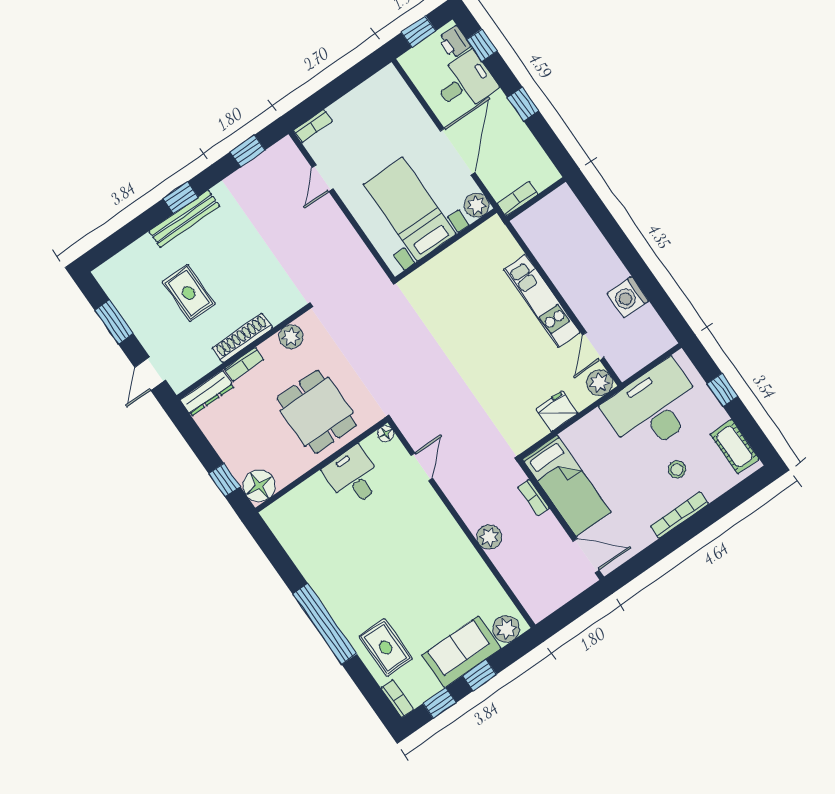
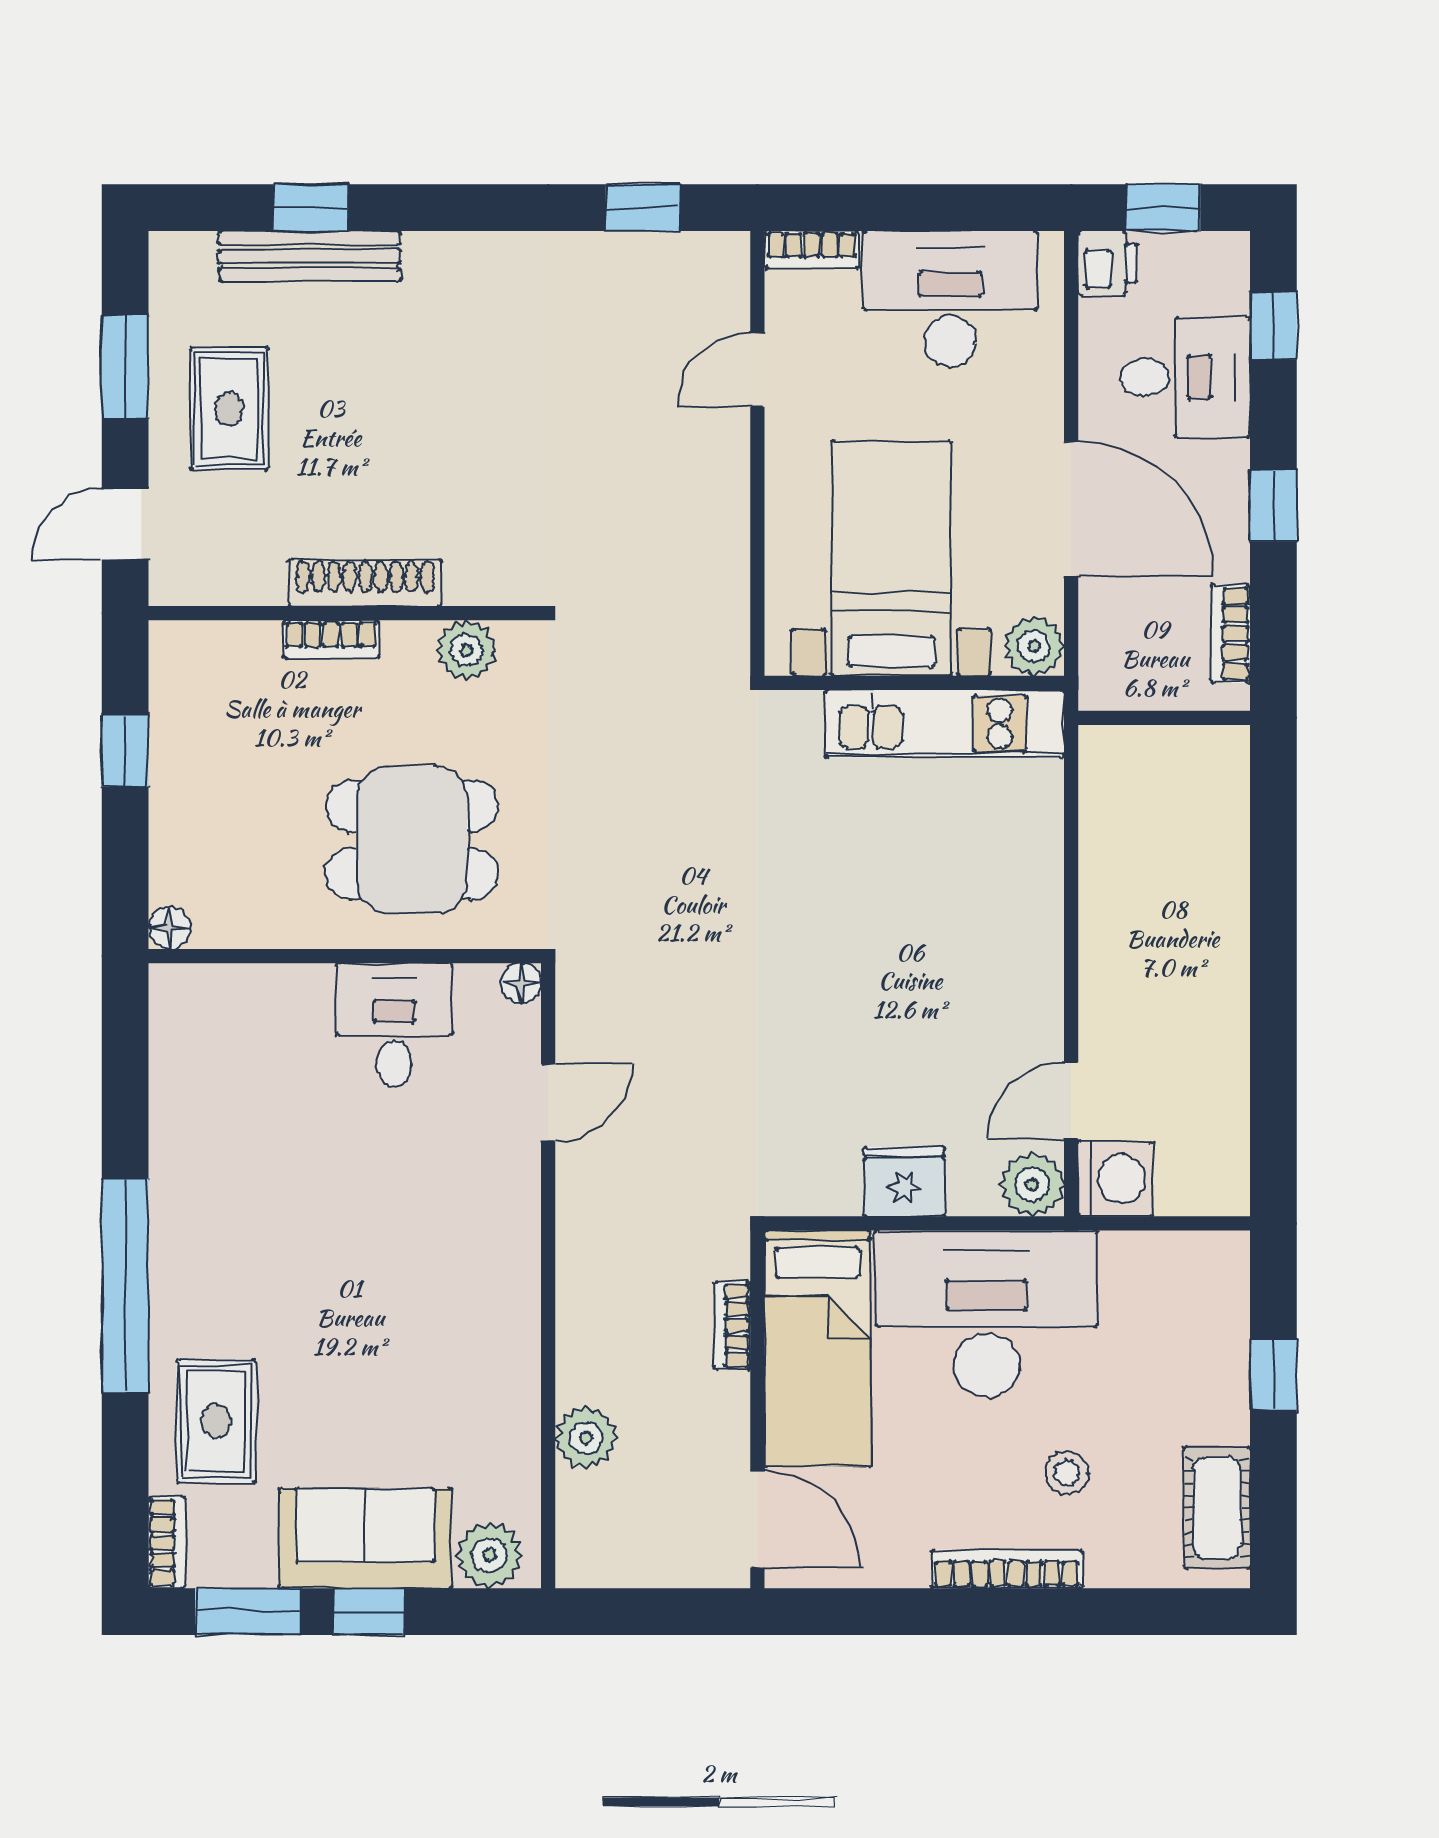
printer: (454, 42) -> (1107, 263), moved, turned 180
desk: (370, 110) -> (950, 299), added
door: (458, 152) -> (1071, 509), hinge flipped
window: (181, 198) -> (310, 208), moved
bookcase: (518, 199) -> (1231, 634), moved, turned -90
bench: (184, 219) -> (310, 256), moved
rug: (189, 293) -> (229, 409), moved
washing machine: (628, 297) -> (1116, 1179), moved, turned 180
kitchen unit: (542, 301) -> (945, 724), moved, turned -90
dresser: (207, 393) -> (214, 646), removed
desk: (654, 408) -> (986, 1314), moved
dining table: (317, 412) -> (412, 840), turned 90
window: (224, 480) -> (125, 751), moved
floor lamp: (259, 486) -> (170, 928), width x0.53, depth x0.53
plant: (489, 537) -> (586, 1438), moved
window: (440, 703) -> (247, 1612), width x1.50

